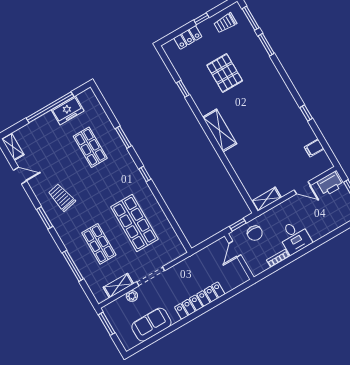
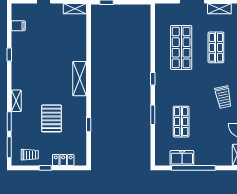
shelving: (271, 70) -> (16, 101), added

